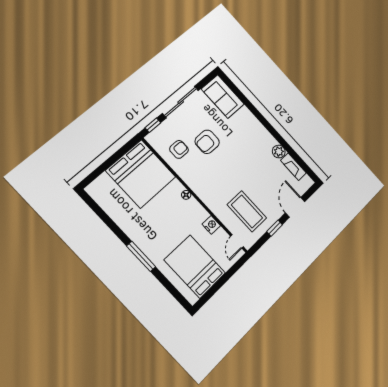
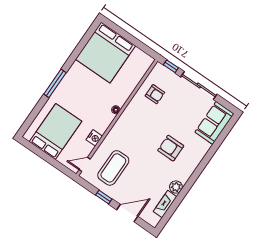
armchair: (207, 142) -> (171, 148), moved
bed: (141, 174) -> (105, 53), moved

